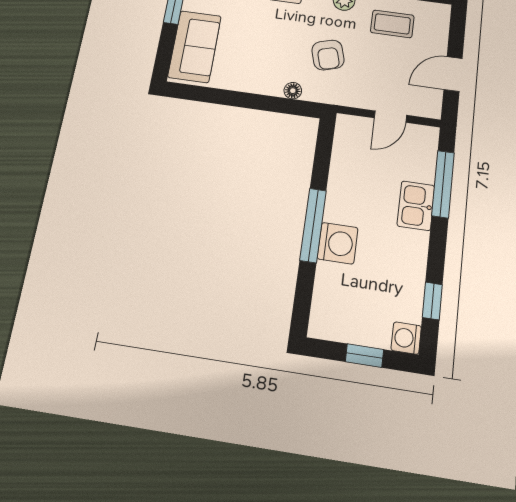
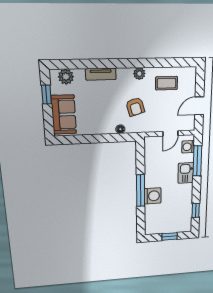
washing machine: (406, 338) -> (188, 147), moved

